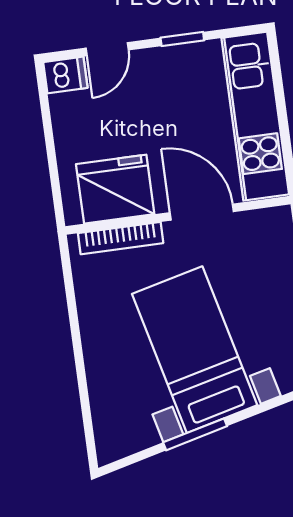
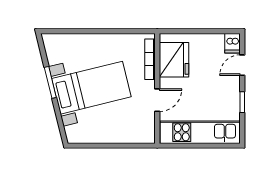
door: (107, 49) -> (242, 65), hinge flipped
door: (202, 212) -> (157, 100), width x0.73

